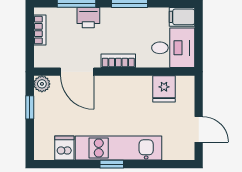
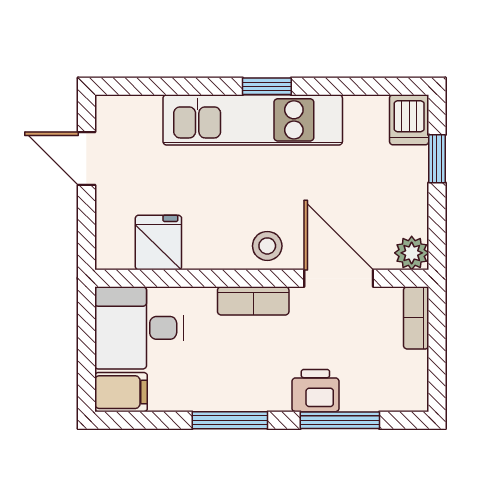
bookcase: (40, 30) -> (416, 318), moved
stool: (112, 87) -> (267, 246), added
window: (30, 107) -> (437, 159), moved
dishwasher: (64, 148) -> (409, 120), moved

